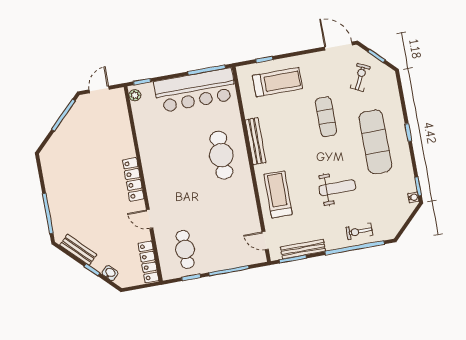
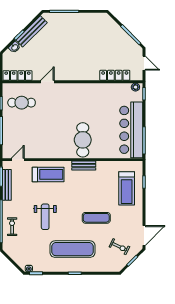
bench: (255, 141) -> (84, 166), width x0.73
cafe table: (221, 155) -> (83, 140), turned 90
locker: (133, 179) -> (115, 75), moved
bench: (78, 250) -> (32, 31), width x1.36

